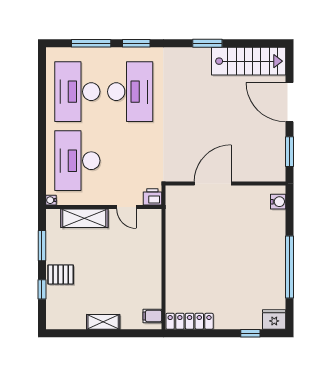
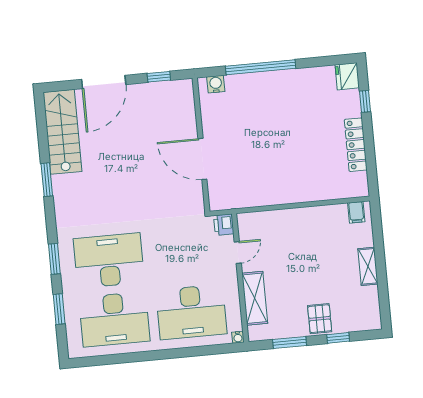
window: (91, 43) -> (59, 309), width x0.69
window: (290, 152) -> (159, 77), width x0.67
window: (290, 267) -> (261, 67), moved
locker: (190, 321) -> (356, 145), moved

